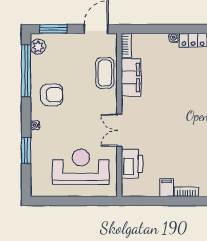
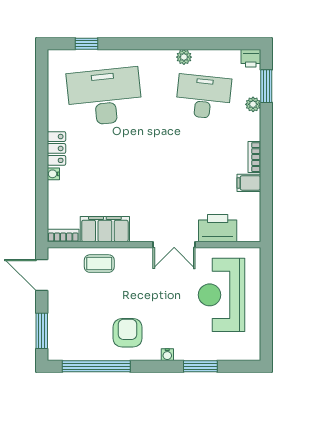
plant: (38, 47) -> (65, 351), removed
coffee table: (105, 73) -> (99, 264), width x0.73, depth x0.77

